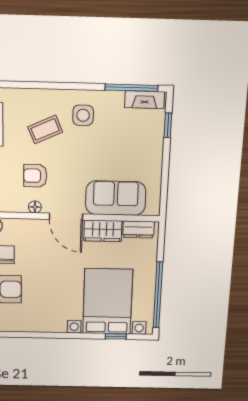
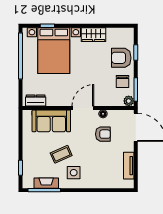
fireplace: (145, 100) -> (46, 183), moved
coffee table: (45, 129) -> (61, 154), moved
door: (66, 217) -> (83, 108), hinge flipped
wardrobe: (103, 231) -> (93, 35), moved, turned 180

